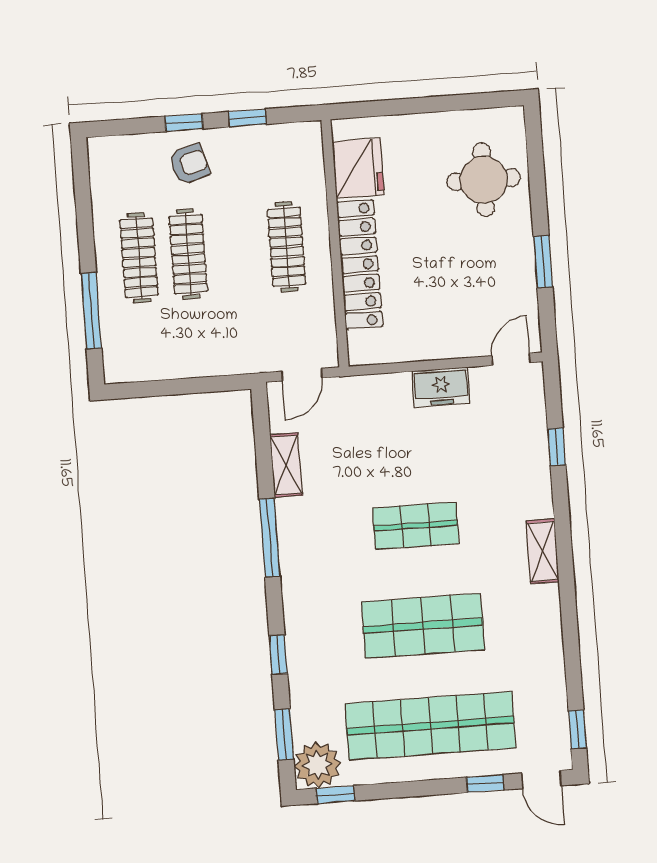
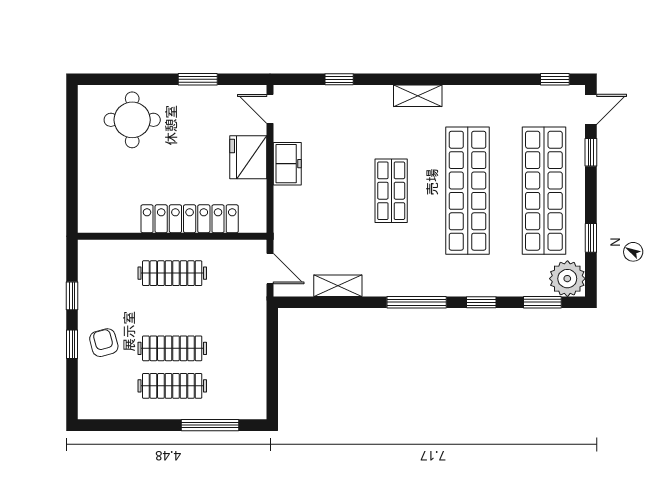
fridge: (358, 168) -> (248, 157), moved, turned -90
window: (270, 538) -> (417, 302), moved
shop shelf: (423, 626) -> (468, 191), width x1.40
window: (335, 795) -> (591, 238), moved

